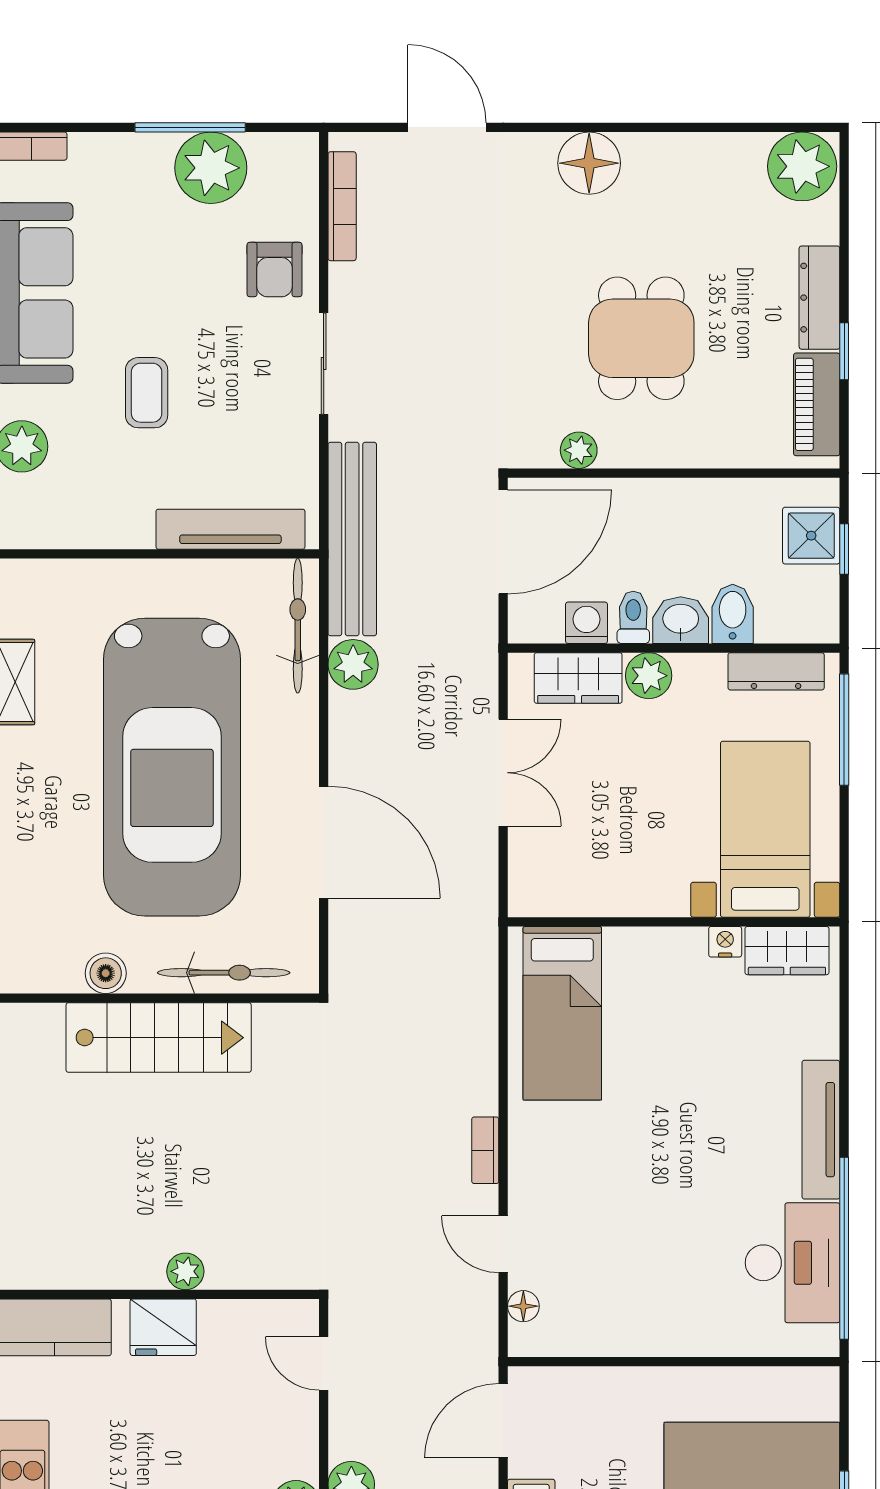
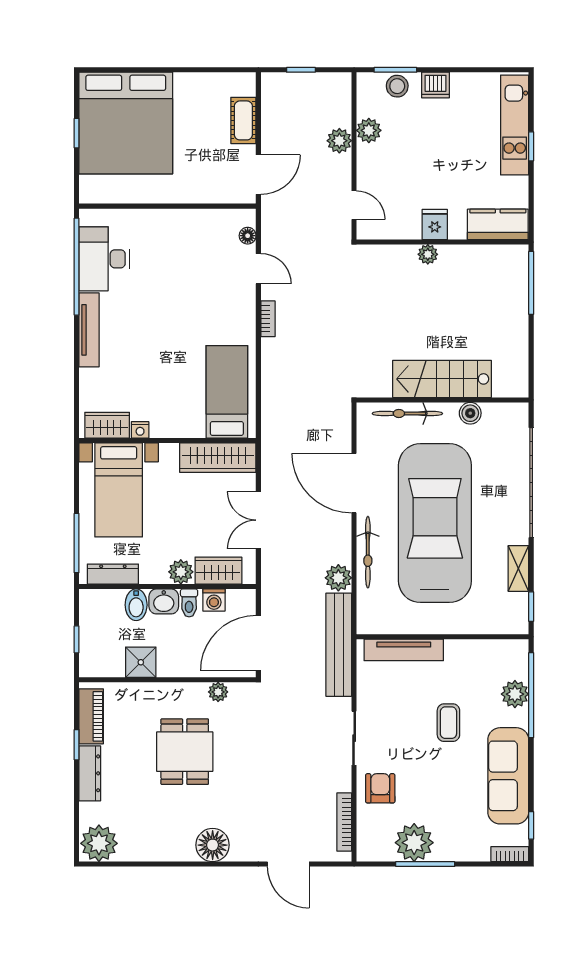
shower: (811, 536) -> (141, 662), moved
bicycle: (298, 626) -> (368, 552), moved
wardrobe: (579, 890) -> (218, 458), added
fridge: (163, 1327) -> (435, 225), width x0.72

